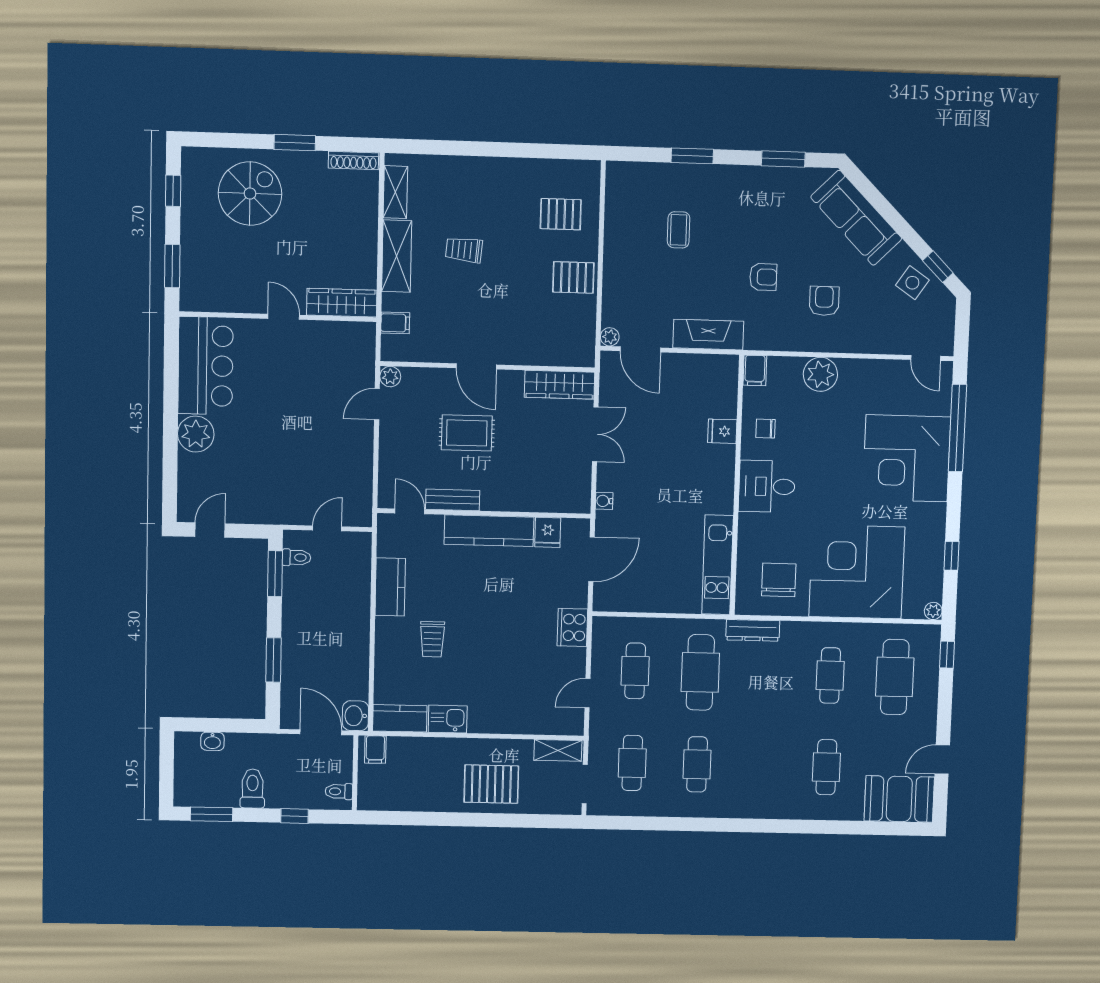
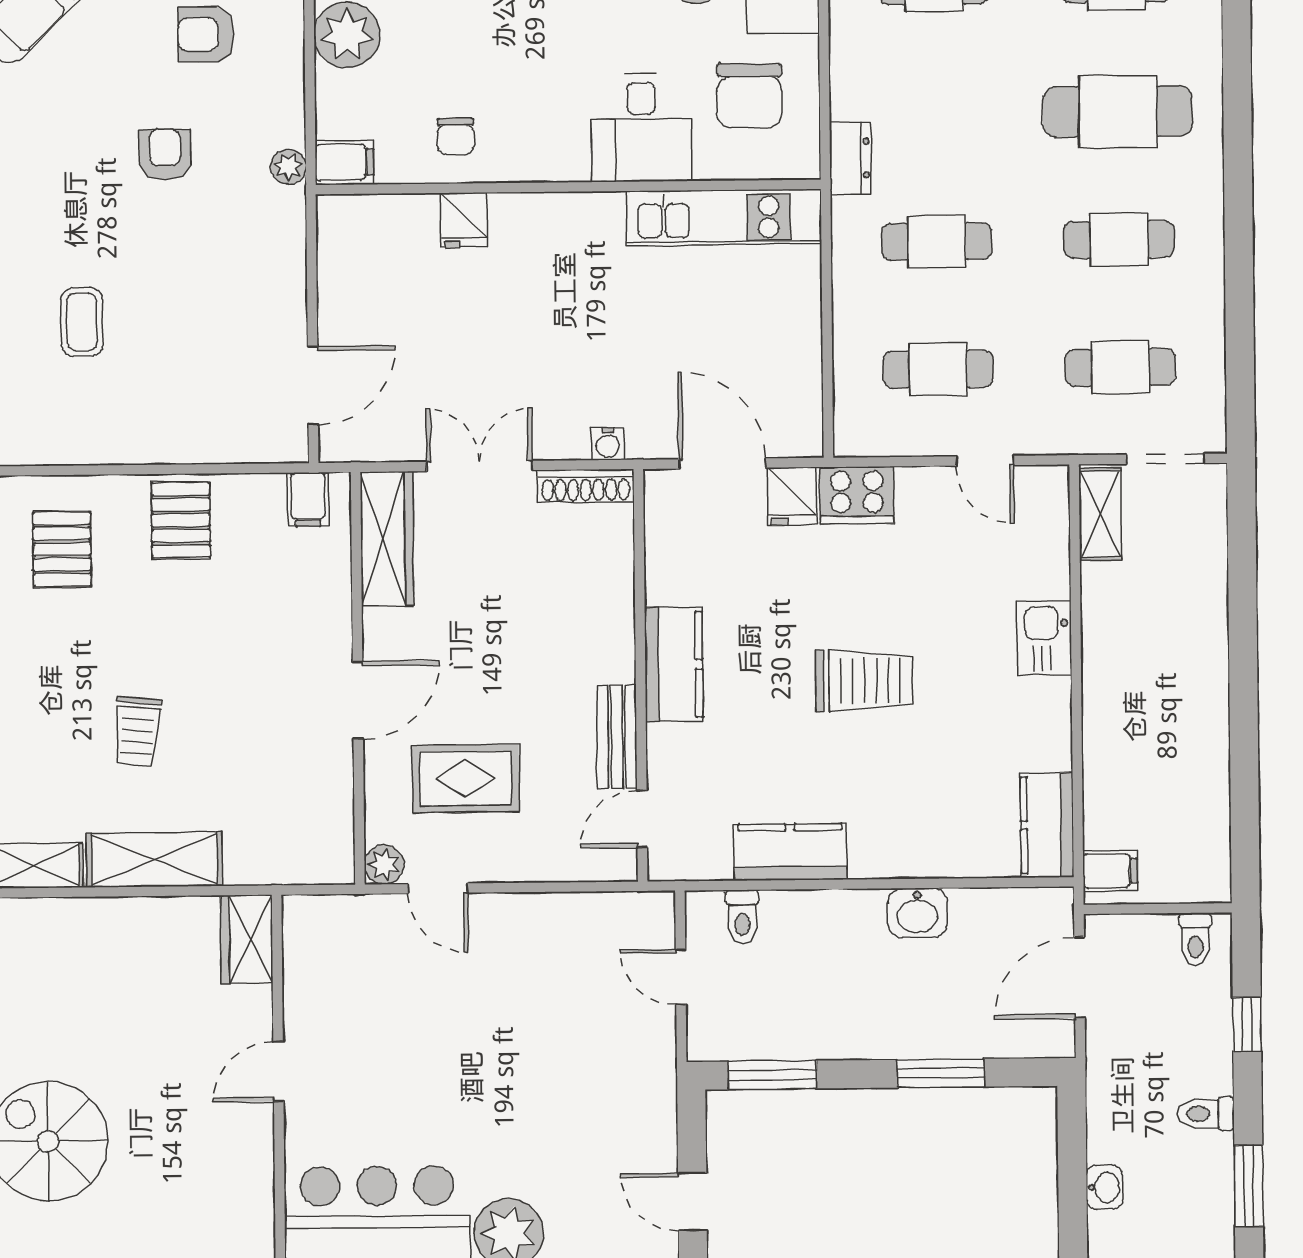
coffee table: (679, 230) -> (82, 322), turned 90
wardrobe: (342, 303) -> (247, 939), width x0.67
filing cabinet: (395, 323) -> (308, 499), moved, turned 180
fireplace: (708, 335) -> (279, 256), removed
plant: (610, 337) -> (288, 167), moved
rug: (467, 433) -> (466, 778), moved, turned 90
desk: (767, 486) -> (641, 127), moved
shoe rack: (583, 489) -> (586, 486), added
kitchen counter: (489, 531) -> (674, 665), width x0.67
fridge: (548, 532) -> (792, 496), moved, turned 90
toilet: (296, 557) -> (742, 917), moved, turned 180
chair: (779, 580) -> (749, 96), turned -89
dresser: (753, 630) -> (850, 158), width x0.70
trolley: (432, 639) -> (864, 681), moved, width x1.36, depth x1.39
cafe table: (700, 672) -> (937, 241), width x0.73, depth x0.74
washbasin: (355, 716) -> (918, 913), moved
kitchen sink: (448, 719) -> (1044, 638), moved
cafe table: (762, 766) -> (1118, 112), added
pallet: (491, 784) -> (1171, 642), removed
toilet: (252, 788) -> (1206, 1114), width x0.73, depth x0.72

